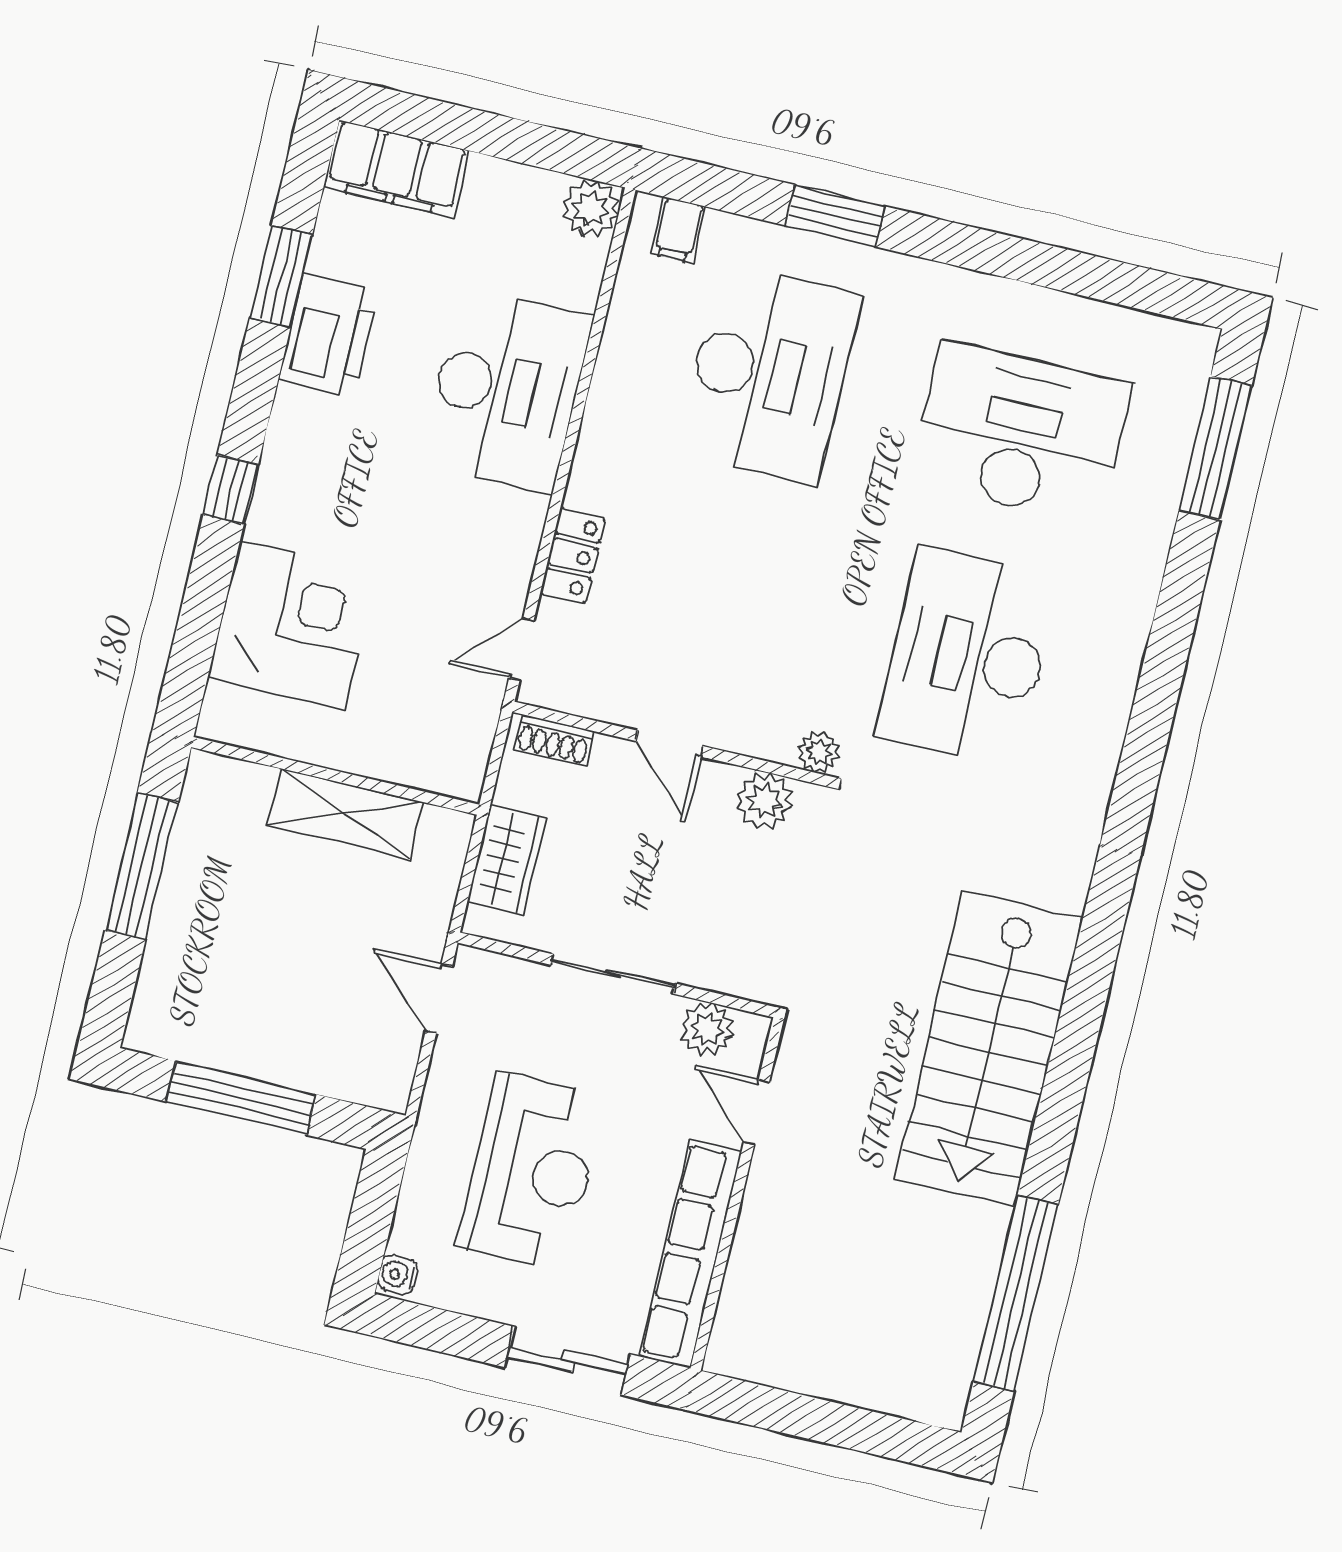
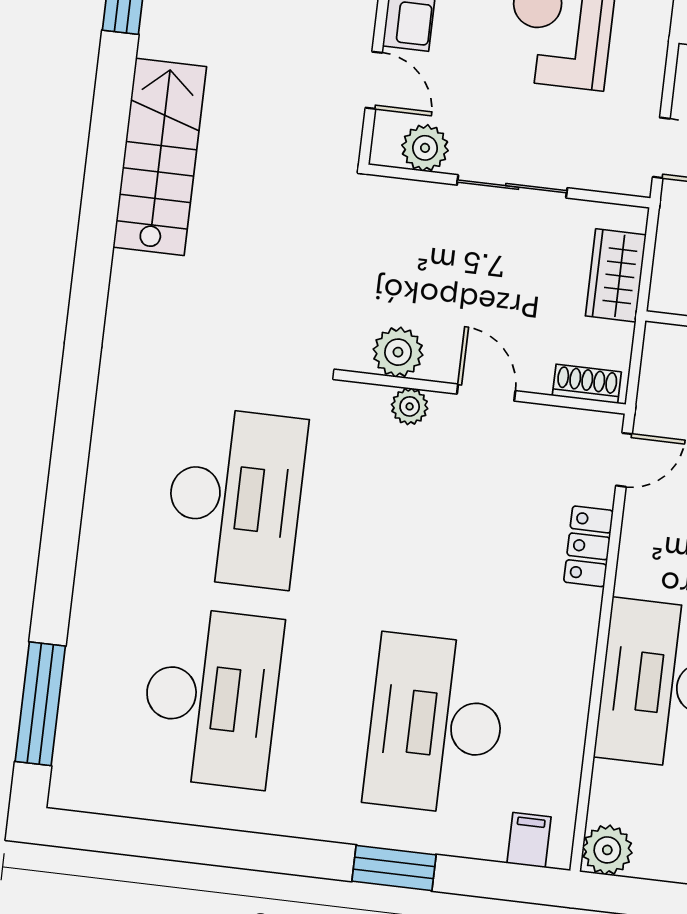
desk: (1021, 433) -> (211, 698), turned -90
plant: (819, 752) -> (410, 406), moved
stairs: (989, 1048) -> (160, 157), width x0.73, depth x0.66

